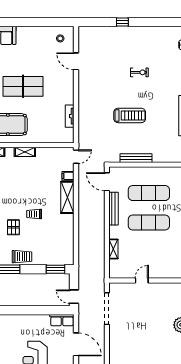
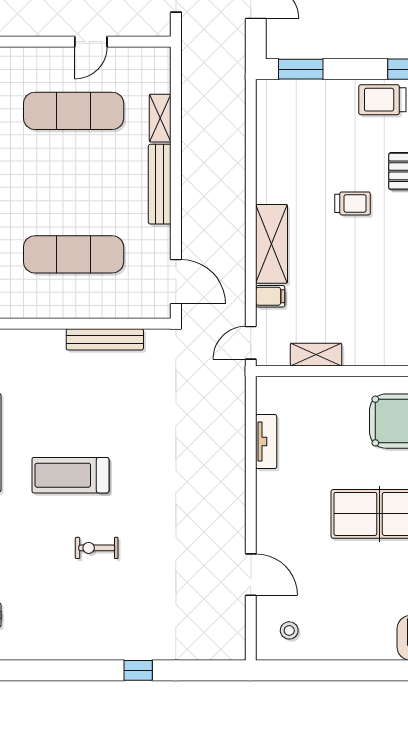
treadmill: (130, 115) -> (70, 475), moved
shelving: (25, 152) -> (316, 355), moved
bench: (113, 209) -> (160, 184), moved
exercise mat: (149, 223) -> (74, 111), moved

